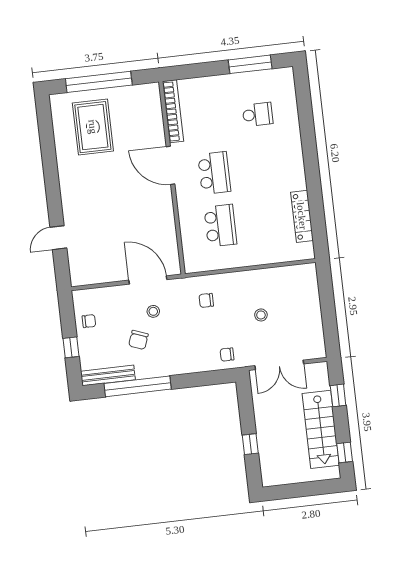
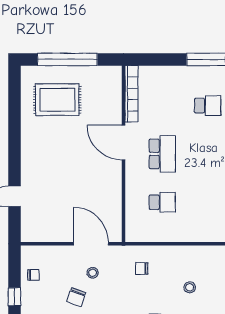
rug: (93, 127) -> (57, 100), turned 90
school desk: (220, 226) -> (162, 202), width x0.54

